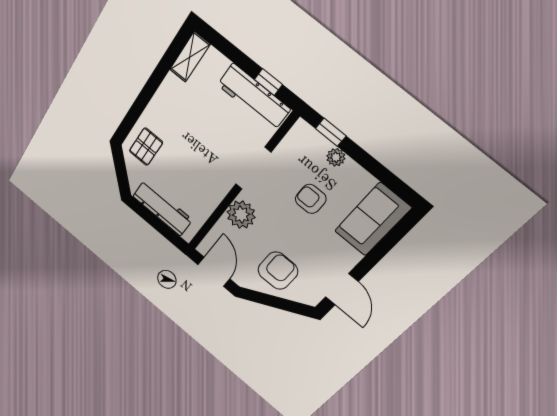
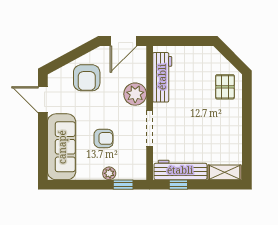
shelving: (190, 57) -> (225, 172), moved, turned 90
workbench: (162, 208) -> (162, 77), moved, turned -90
sofa: (372, 220) -> (62, 147), width x1.36
door: (214, 272) -> (123, 41), hinge flipped

